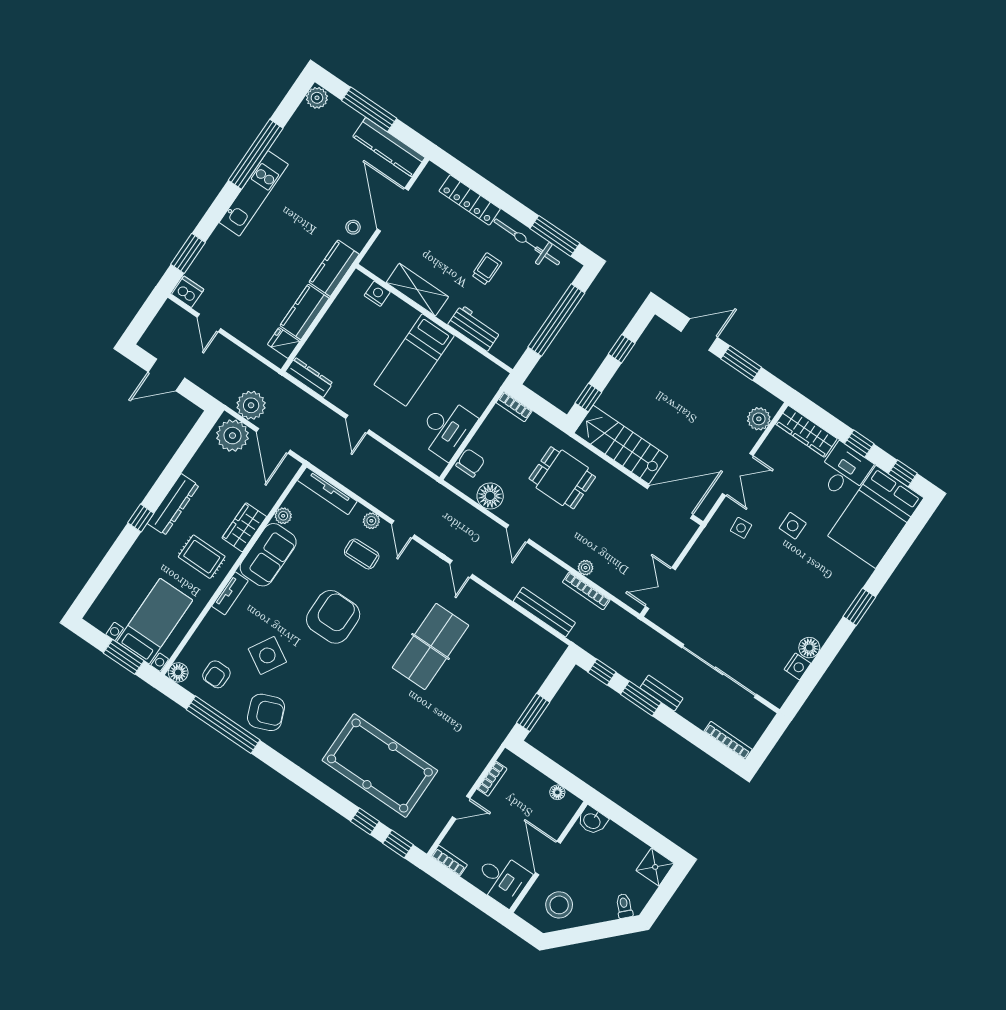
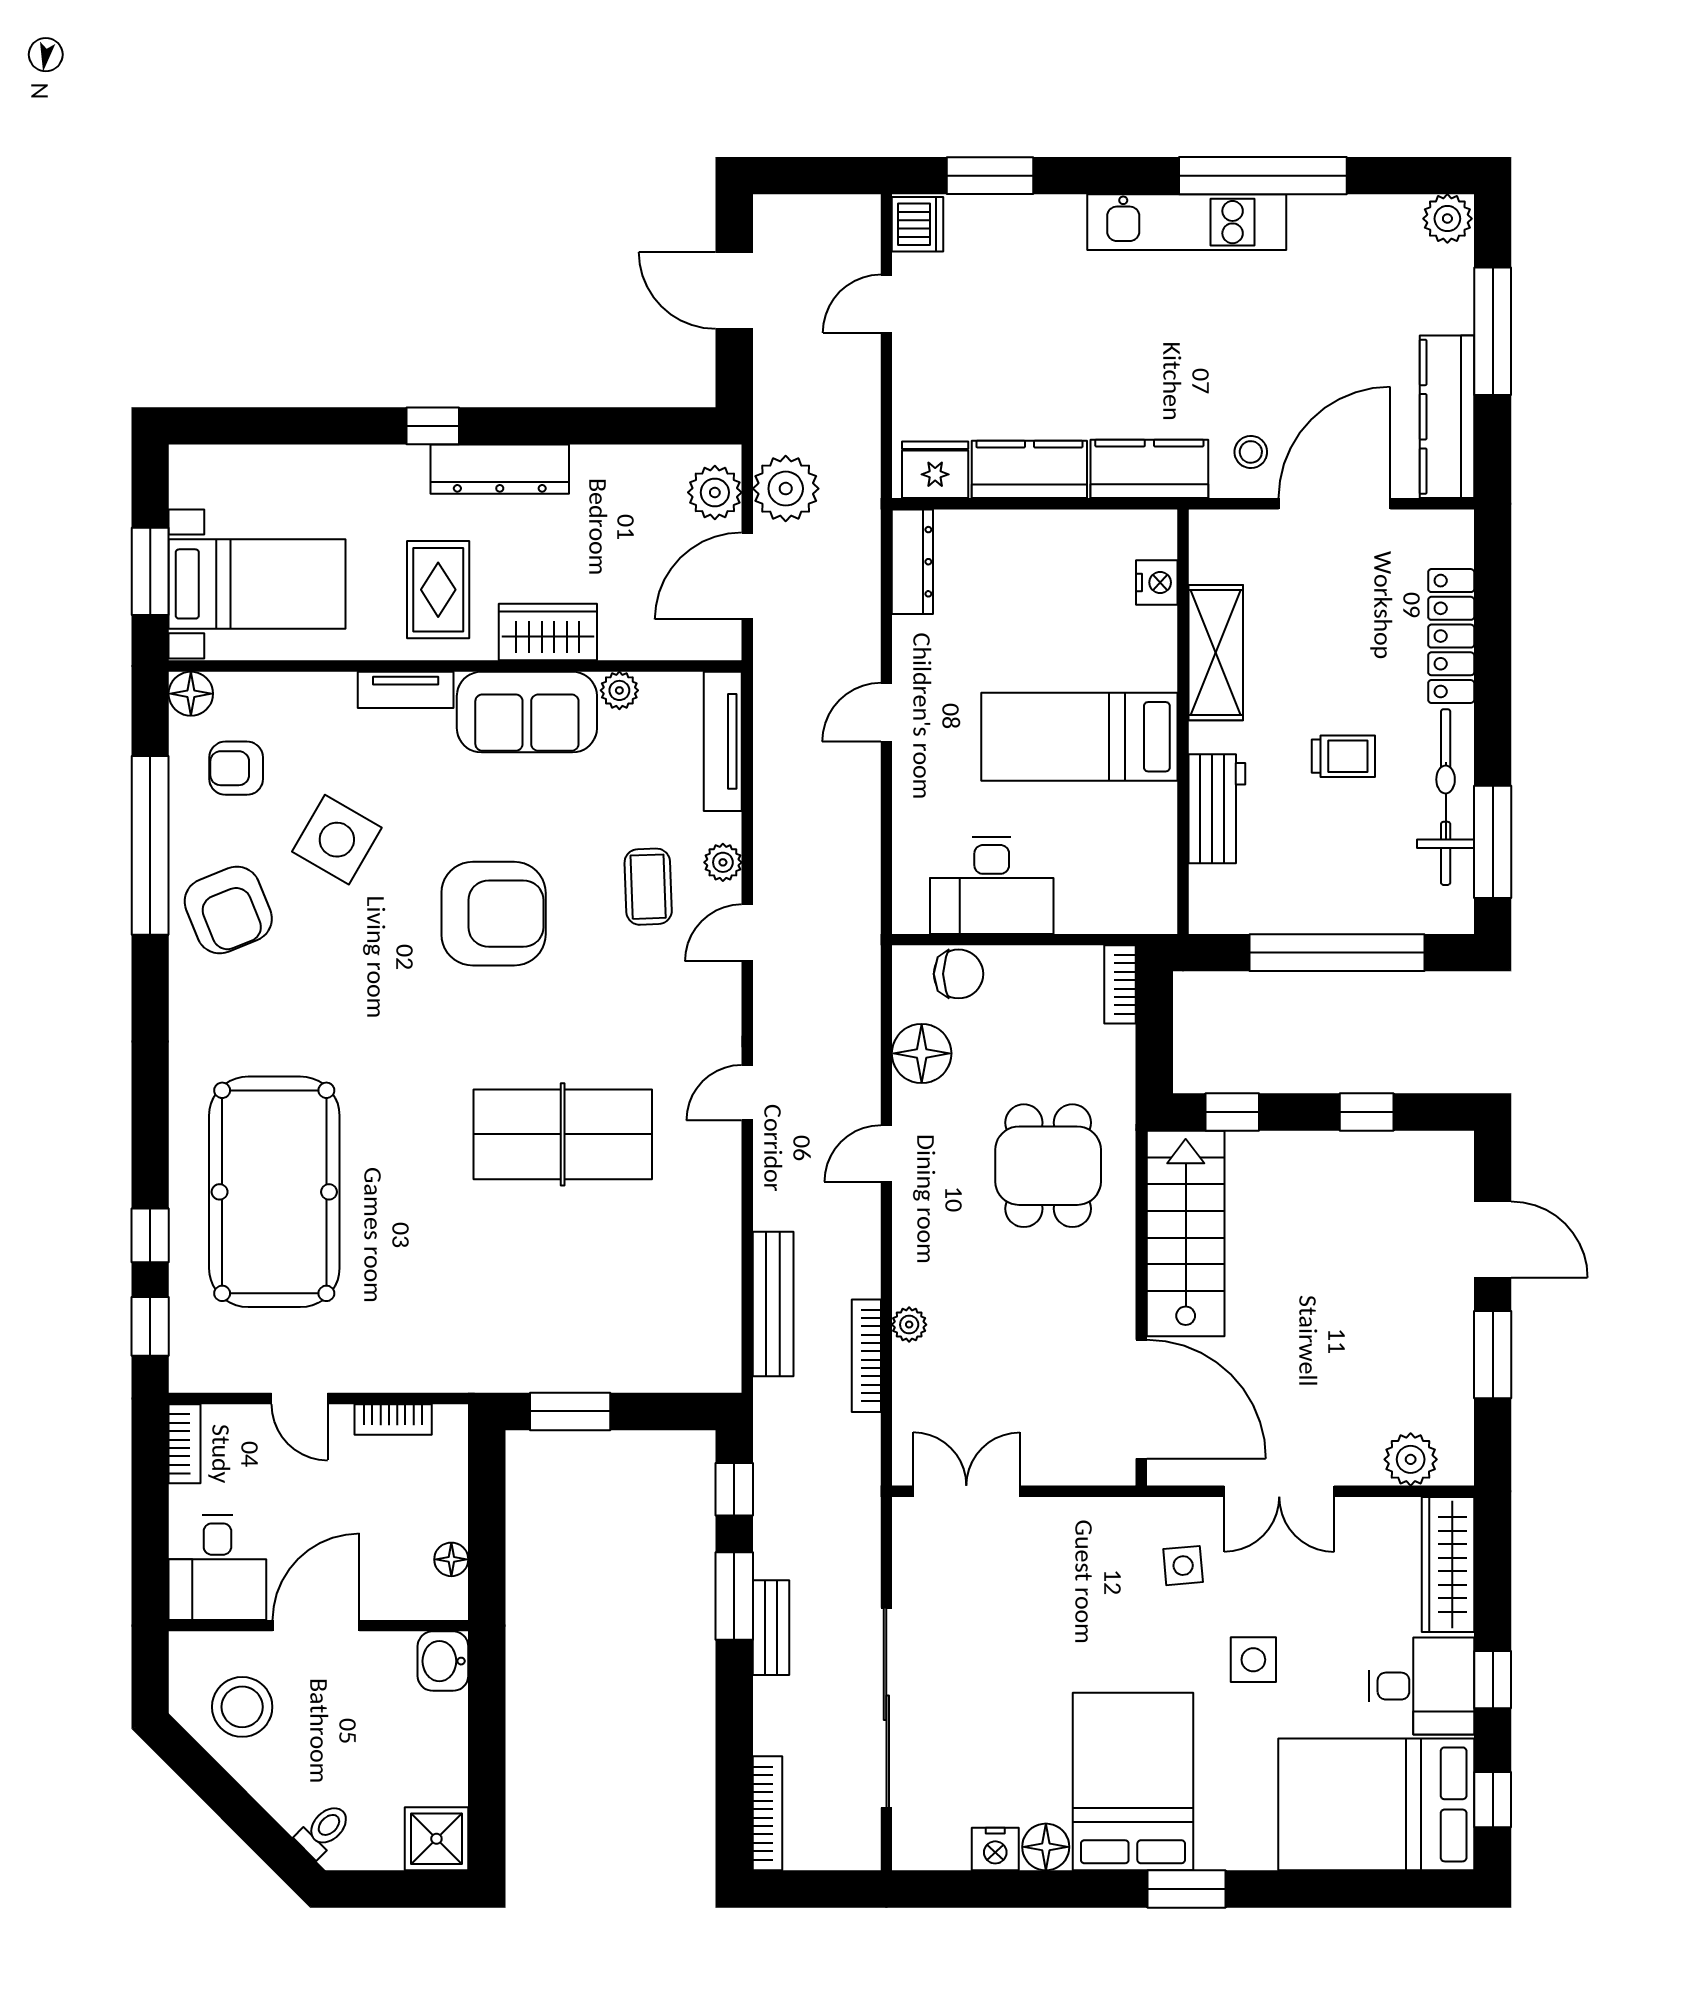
fridge: (284, 343) -> (935, 470), width x1.38
plant: (232, 436) -> (715, 492), width x0.73, depth x0.73
bed: (807, 600) -> (1133, 1781), added

